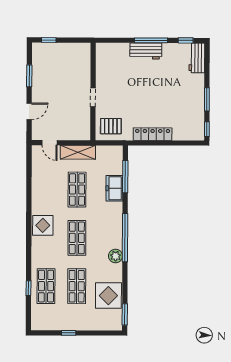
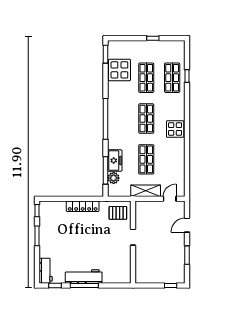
workbench: (146, 51) -> (84, 276), width x1.38
door: (49, 143) -> (170, 199), hinge flipped
plant: (116, 256) -> (114, 178), moved

